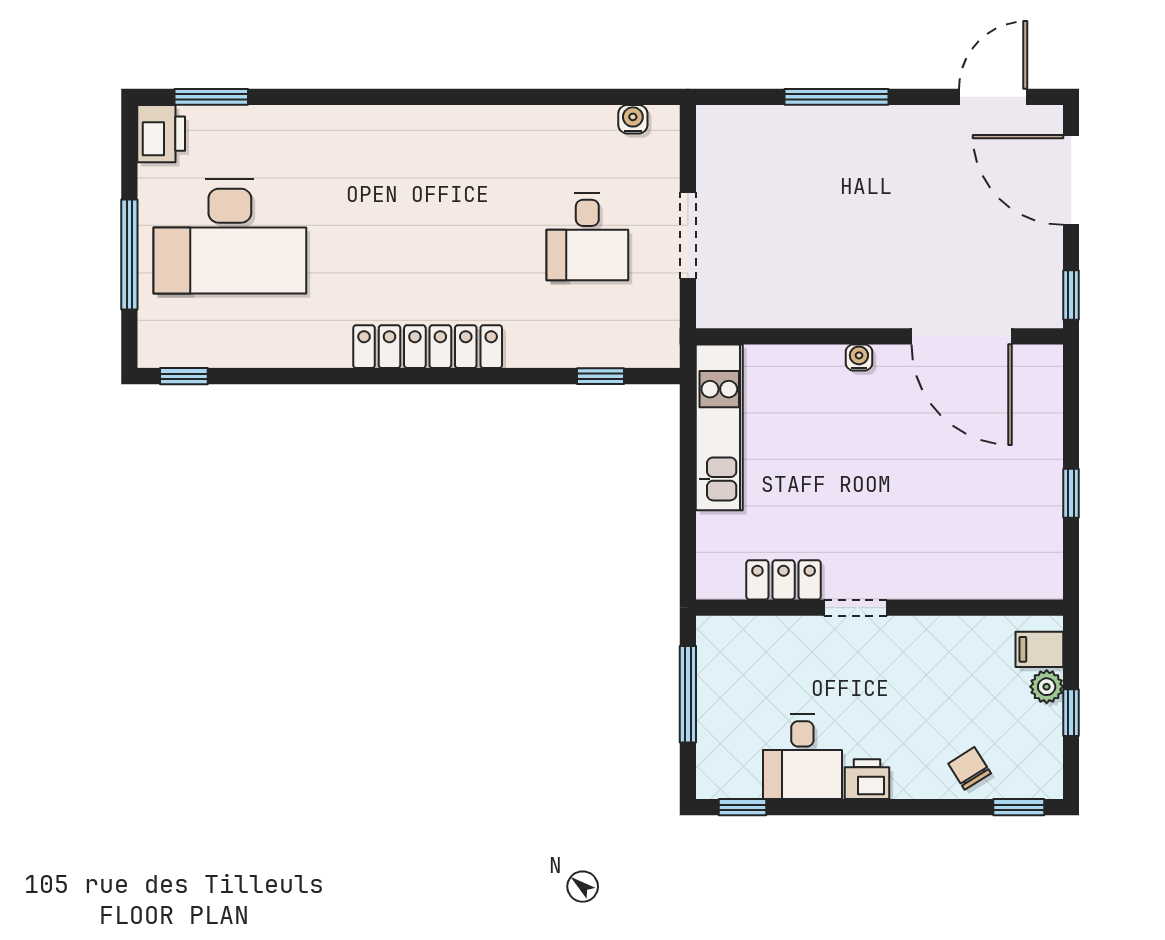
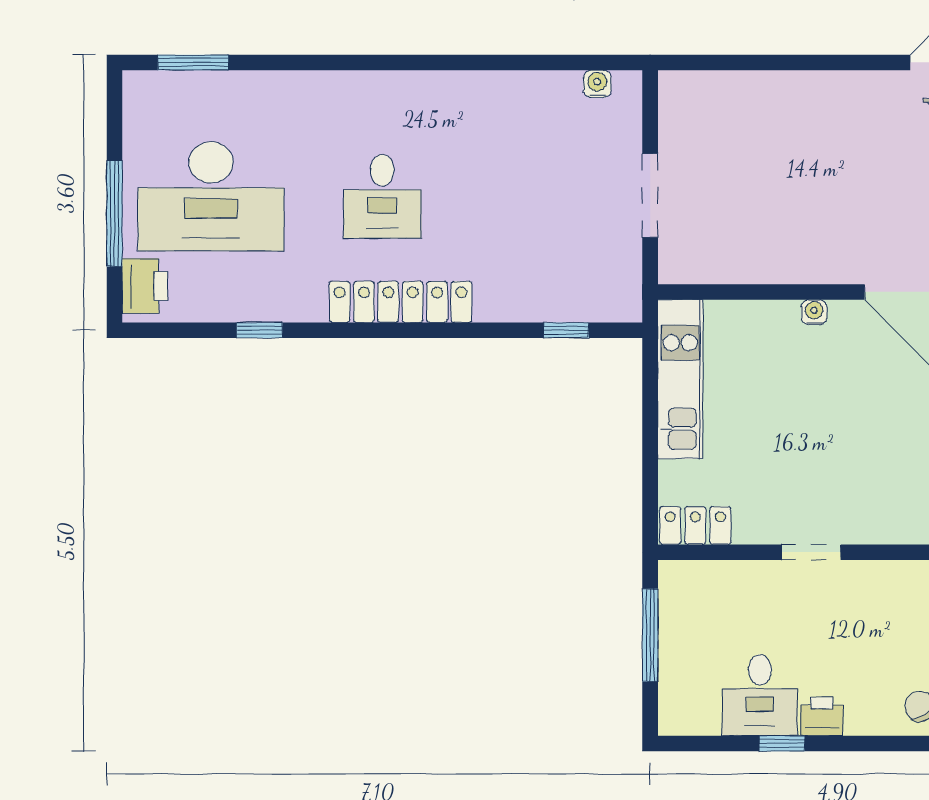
window: (836, 97) -> (793, 62), removed
printer: (161, 134) -> (145, 286), moved
desk: (587, 237) -> (382, 196), moved
window: (184, 376) -> (259, 330), moved
locker: (784, 580) -> (695, 526), moved
window: (742, 807) -> (782, 743), moved

